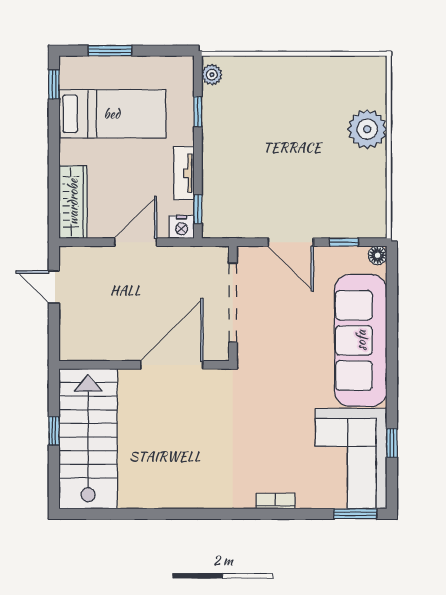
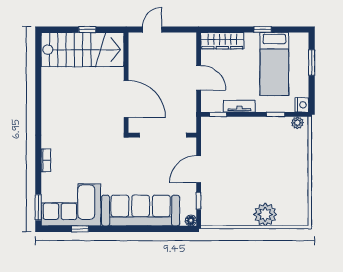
window: (54, 84) -> (263, 29), moved
nightstand: (182, 227) -> (302, 105), moved, turned 180
door: (54, 287) -> (152, 29), moved

